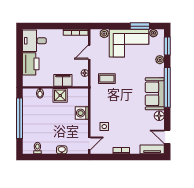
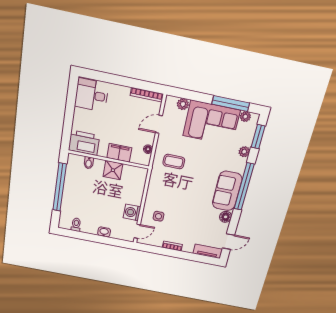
window: (140, 26) -> (231, 104), width x1.44
printer: (31, 64) -> (84, 143), moved, turned -90
washing machine: (82, 113) -> (132, 212), moved
door: (167, 137) -> (228, 242), swing flipped

